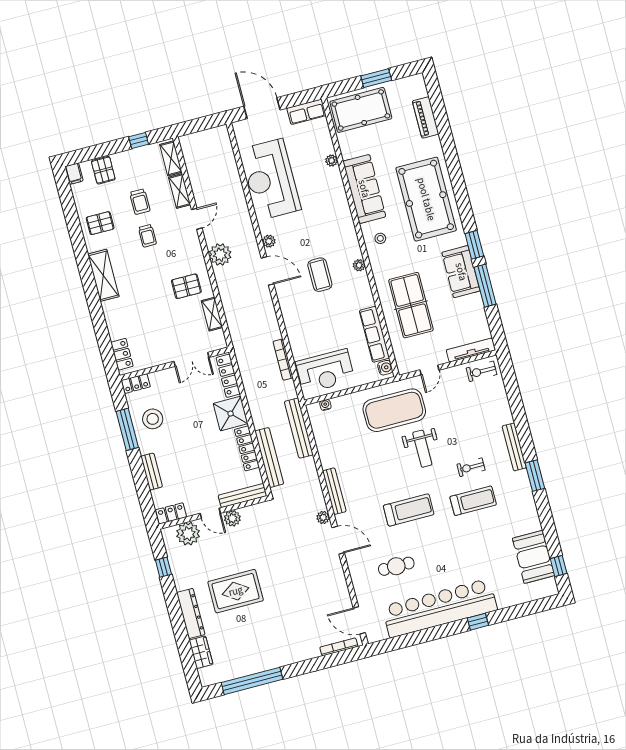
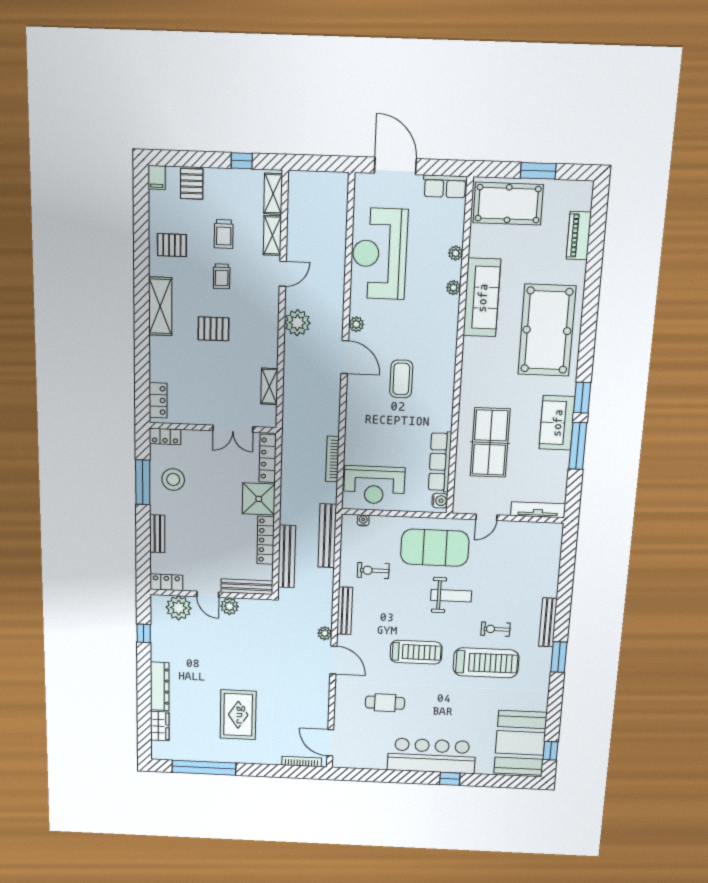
stool: (380, 238) -> (481, 359), removed
plant: (359, 265) -> (453, 288), moved
pallet: (186, 286) -> (213, 329), moved
exercise bike: (481, 371) -> (373, 571), moved
weight bench: (422, 449) -> (451, 596), turned -90
treadmill: (473, 501) -> (486, 663), width x1.37, depth x1.38
booth: (534, 557) -> (520, 743), width x1.36, depth x1.42
rug: (236, 591) -> (238, 715), moved, turned 90
bar counter: (440, 608) -> (431, 756), width x0.73

